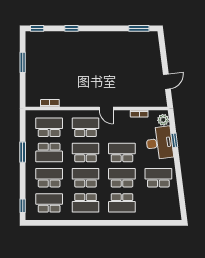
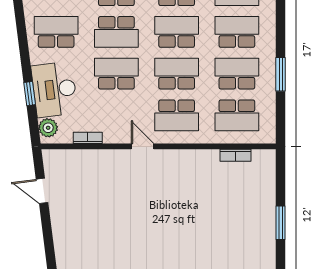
door: (167, 82) -> (42, 191), hinge flipped
school desk: (86, 152) -> (177, 74), turned 180
school desk: (122, 152) -> (116, 74), turned 180
school desk: (49, 178) -> (237, 32), turned 180
school desk: (86, 178) -> (177, 32), turned 180
school desk: (158, 178) -> (56, 32), turned 180

